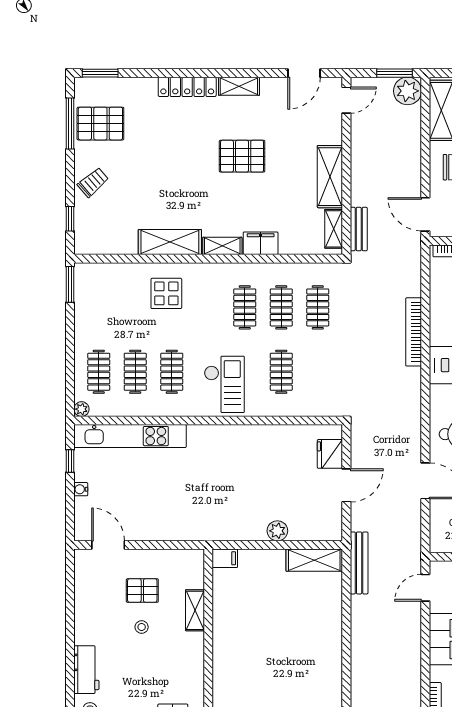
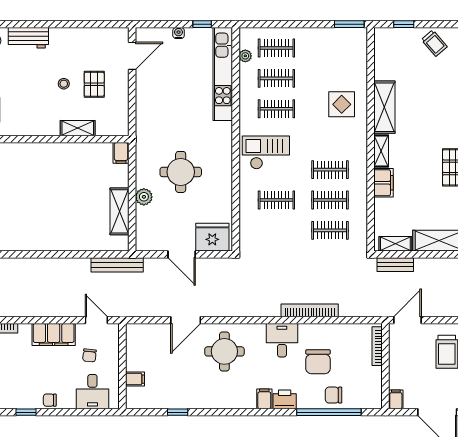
checkout: (224, 384) -> (266, 153), turned 180
plant: (81, 409) -> (245, 56), moved
fridge: (330, 454) -> (212, 237), width x1.36, depth x1.34
round table: (248, 487) -> (181, 172), added
shelving: (314, 560) -> (119, 211), moved

